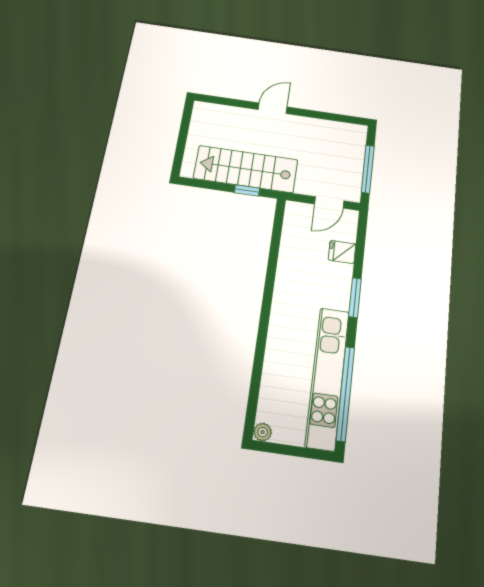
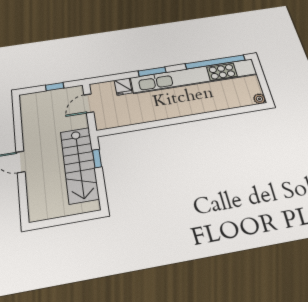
window: (368, 169) -> (55, 87), width x0.46
door: (329, 202) -> (89, 103), swing flipped
kitchen unit: (327, 378) -> (194, 76), width x1.36

